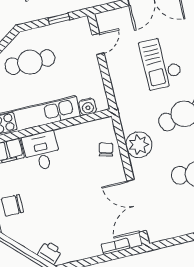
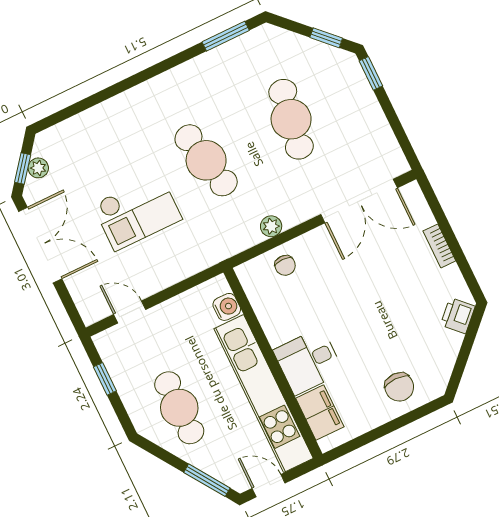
plant: (139, 145) -> (271, 226), width x0.53, depth x0.53
chair: (106, 150) -> (285, 265), turned -104
bookcase: (116, 246) -> (439, 246), moved

